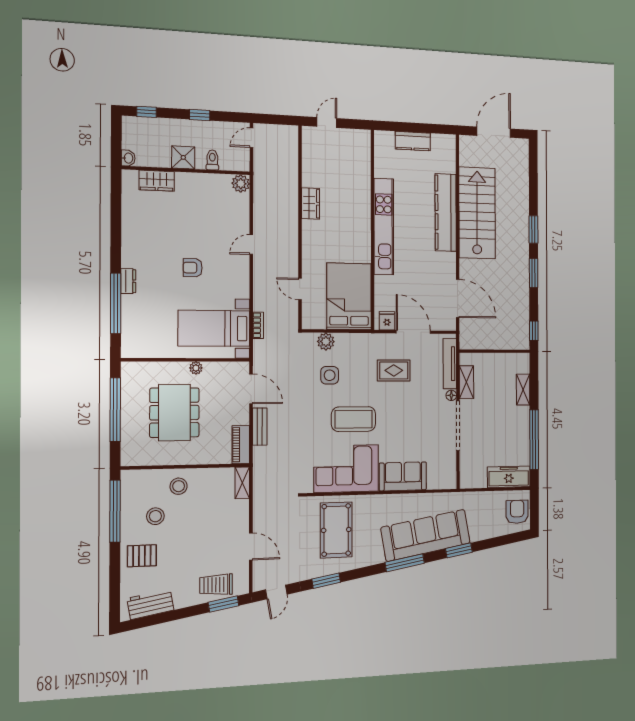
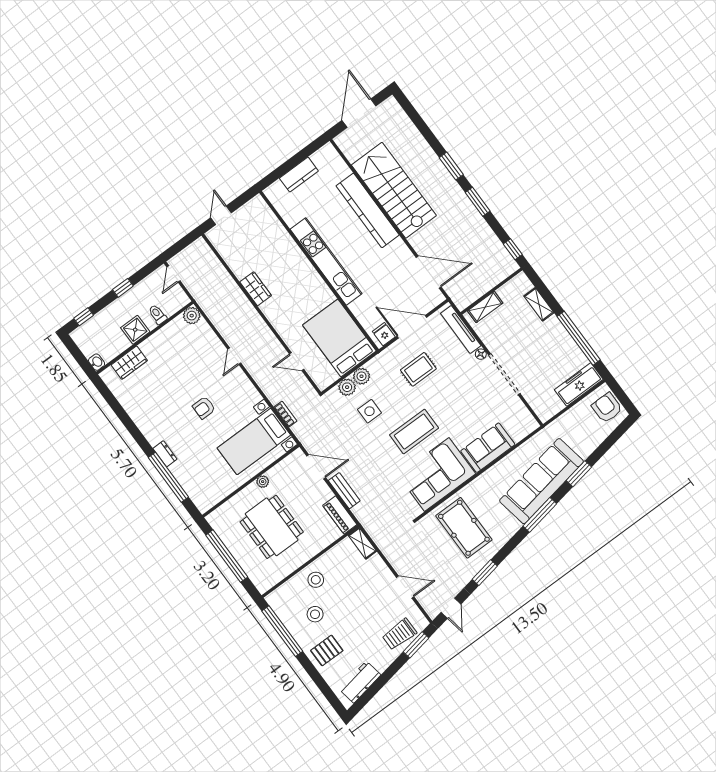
plant: (344, 341) -> (361, 376), added
shelving: (466, 382) -> (485, 307), moved, turned 90

